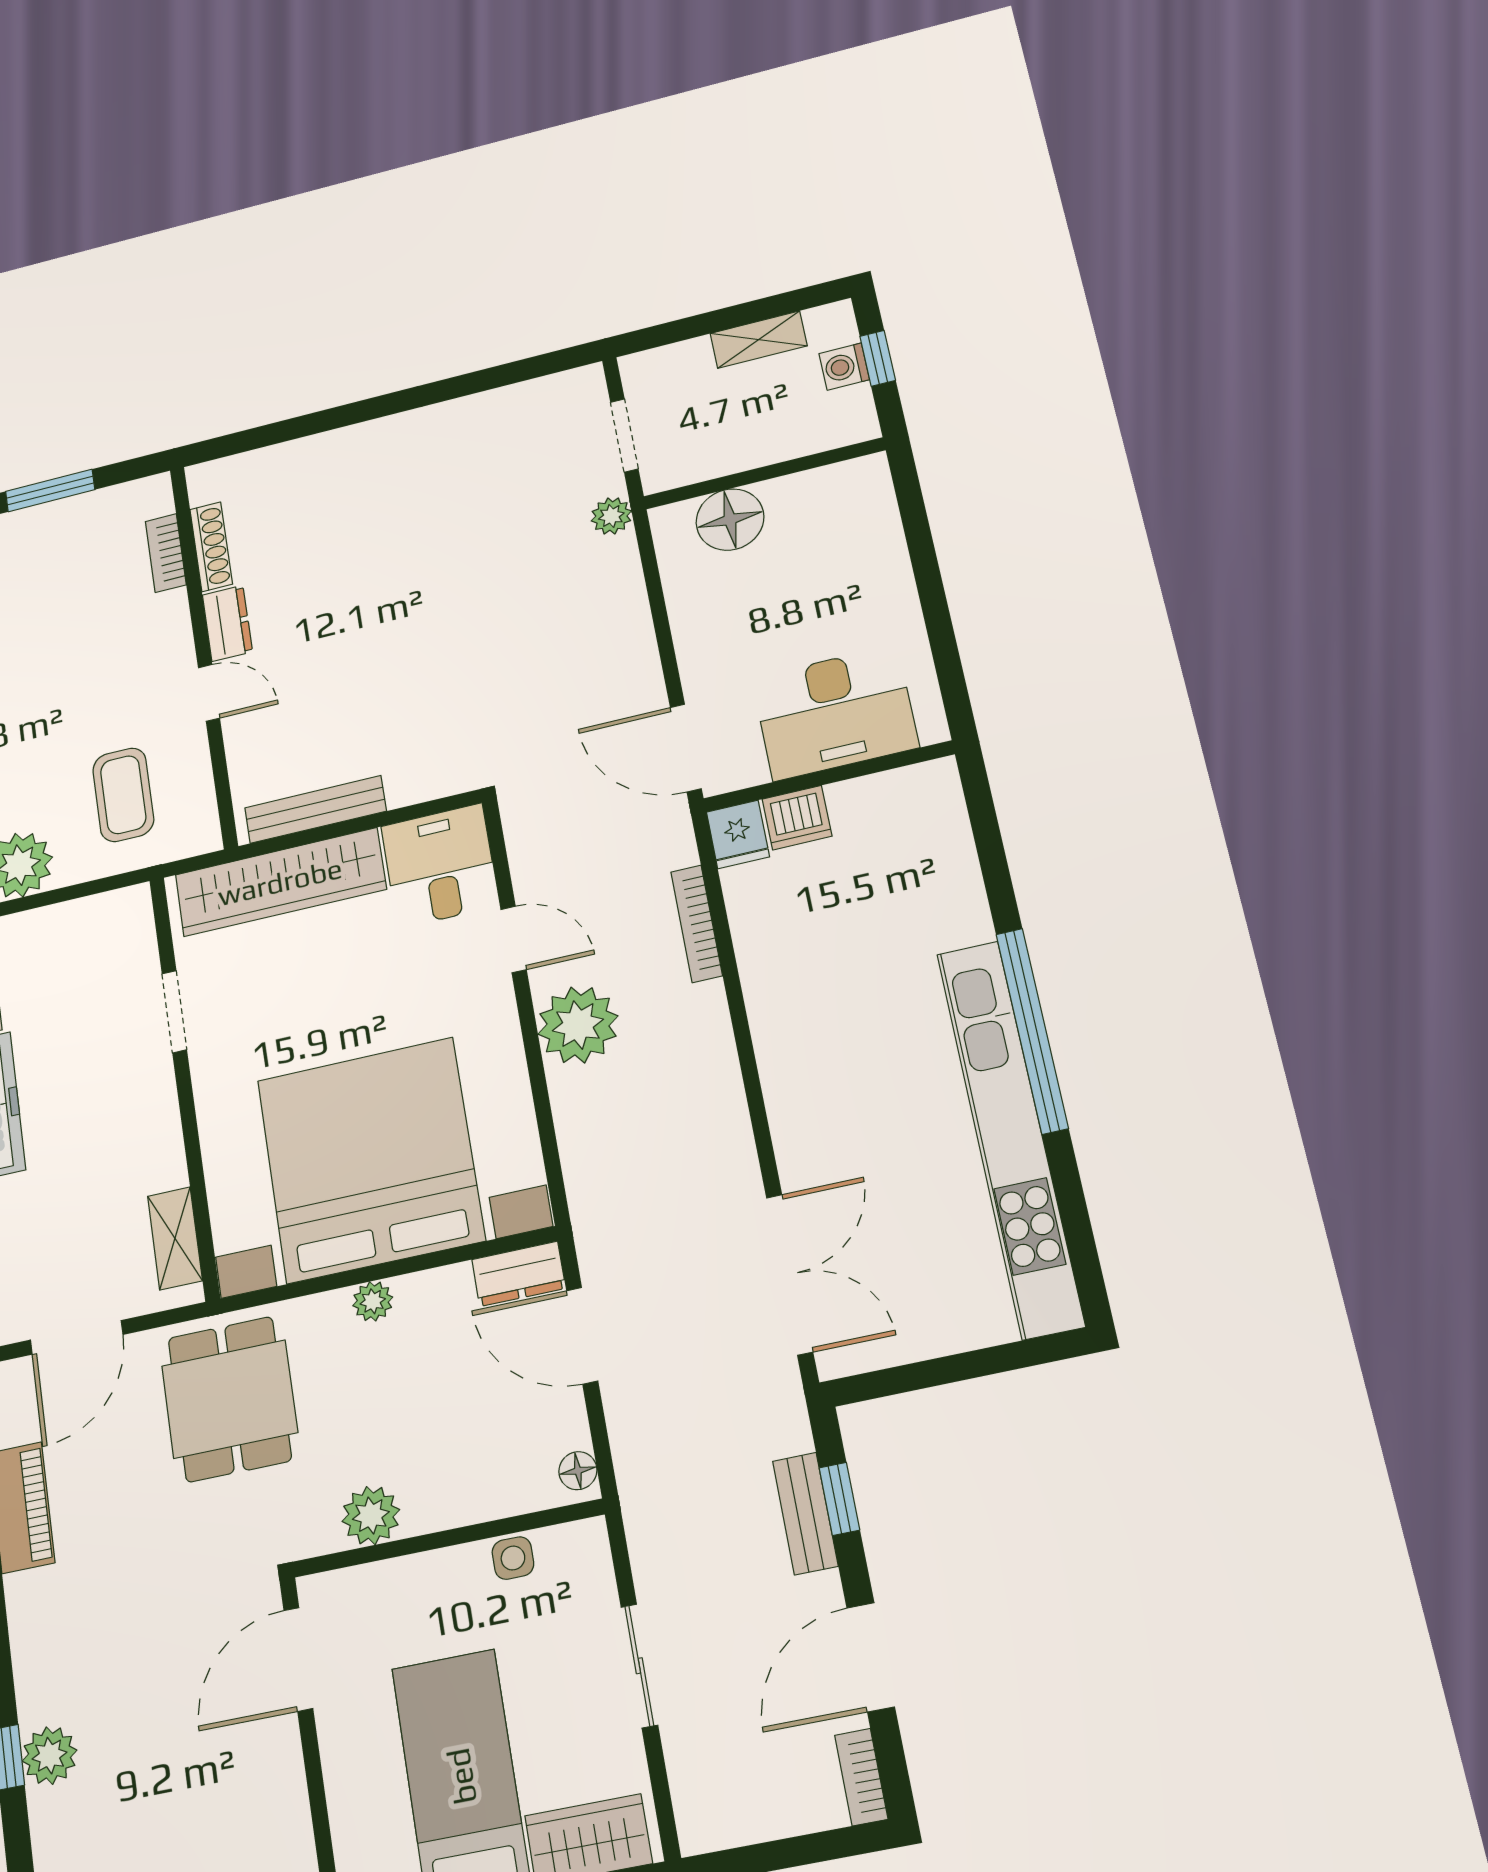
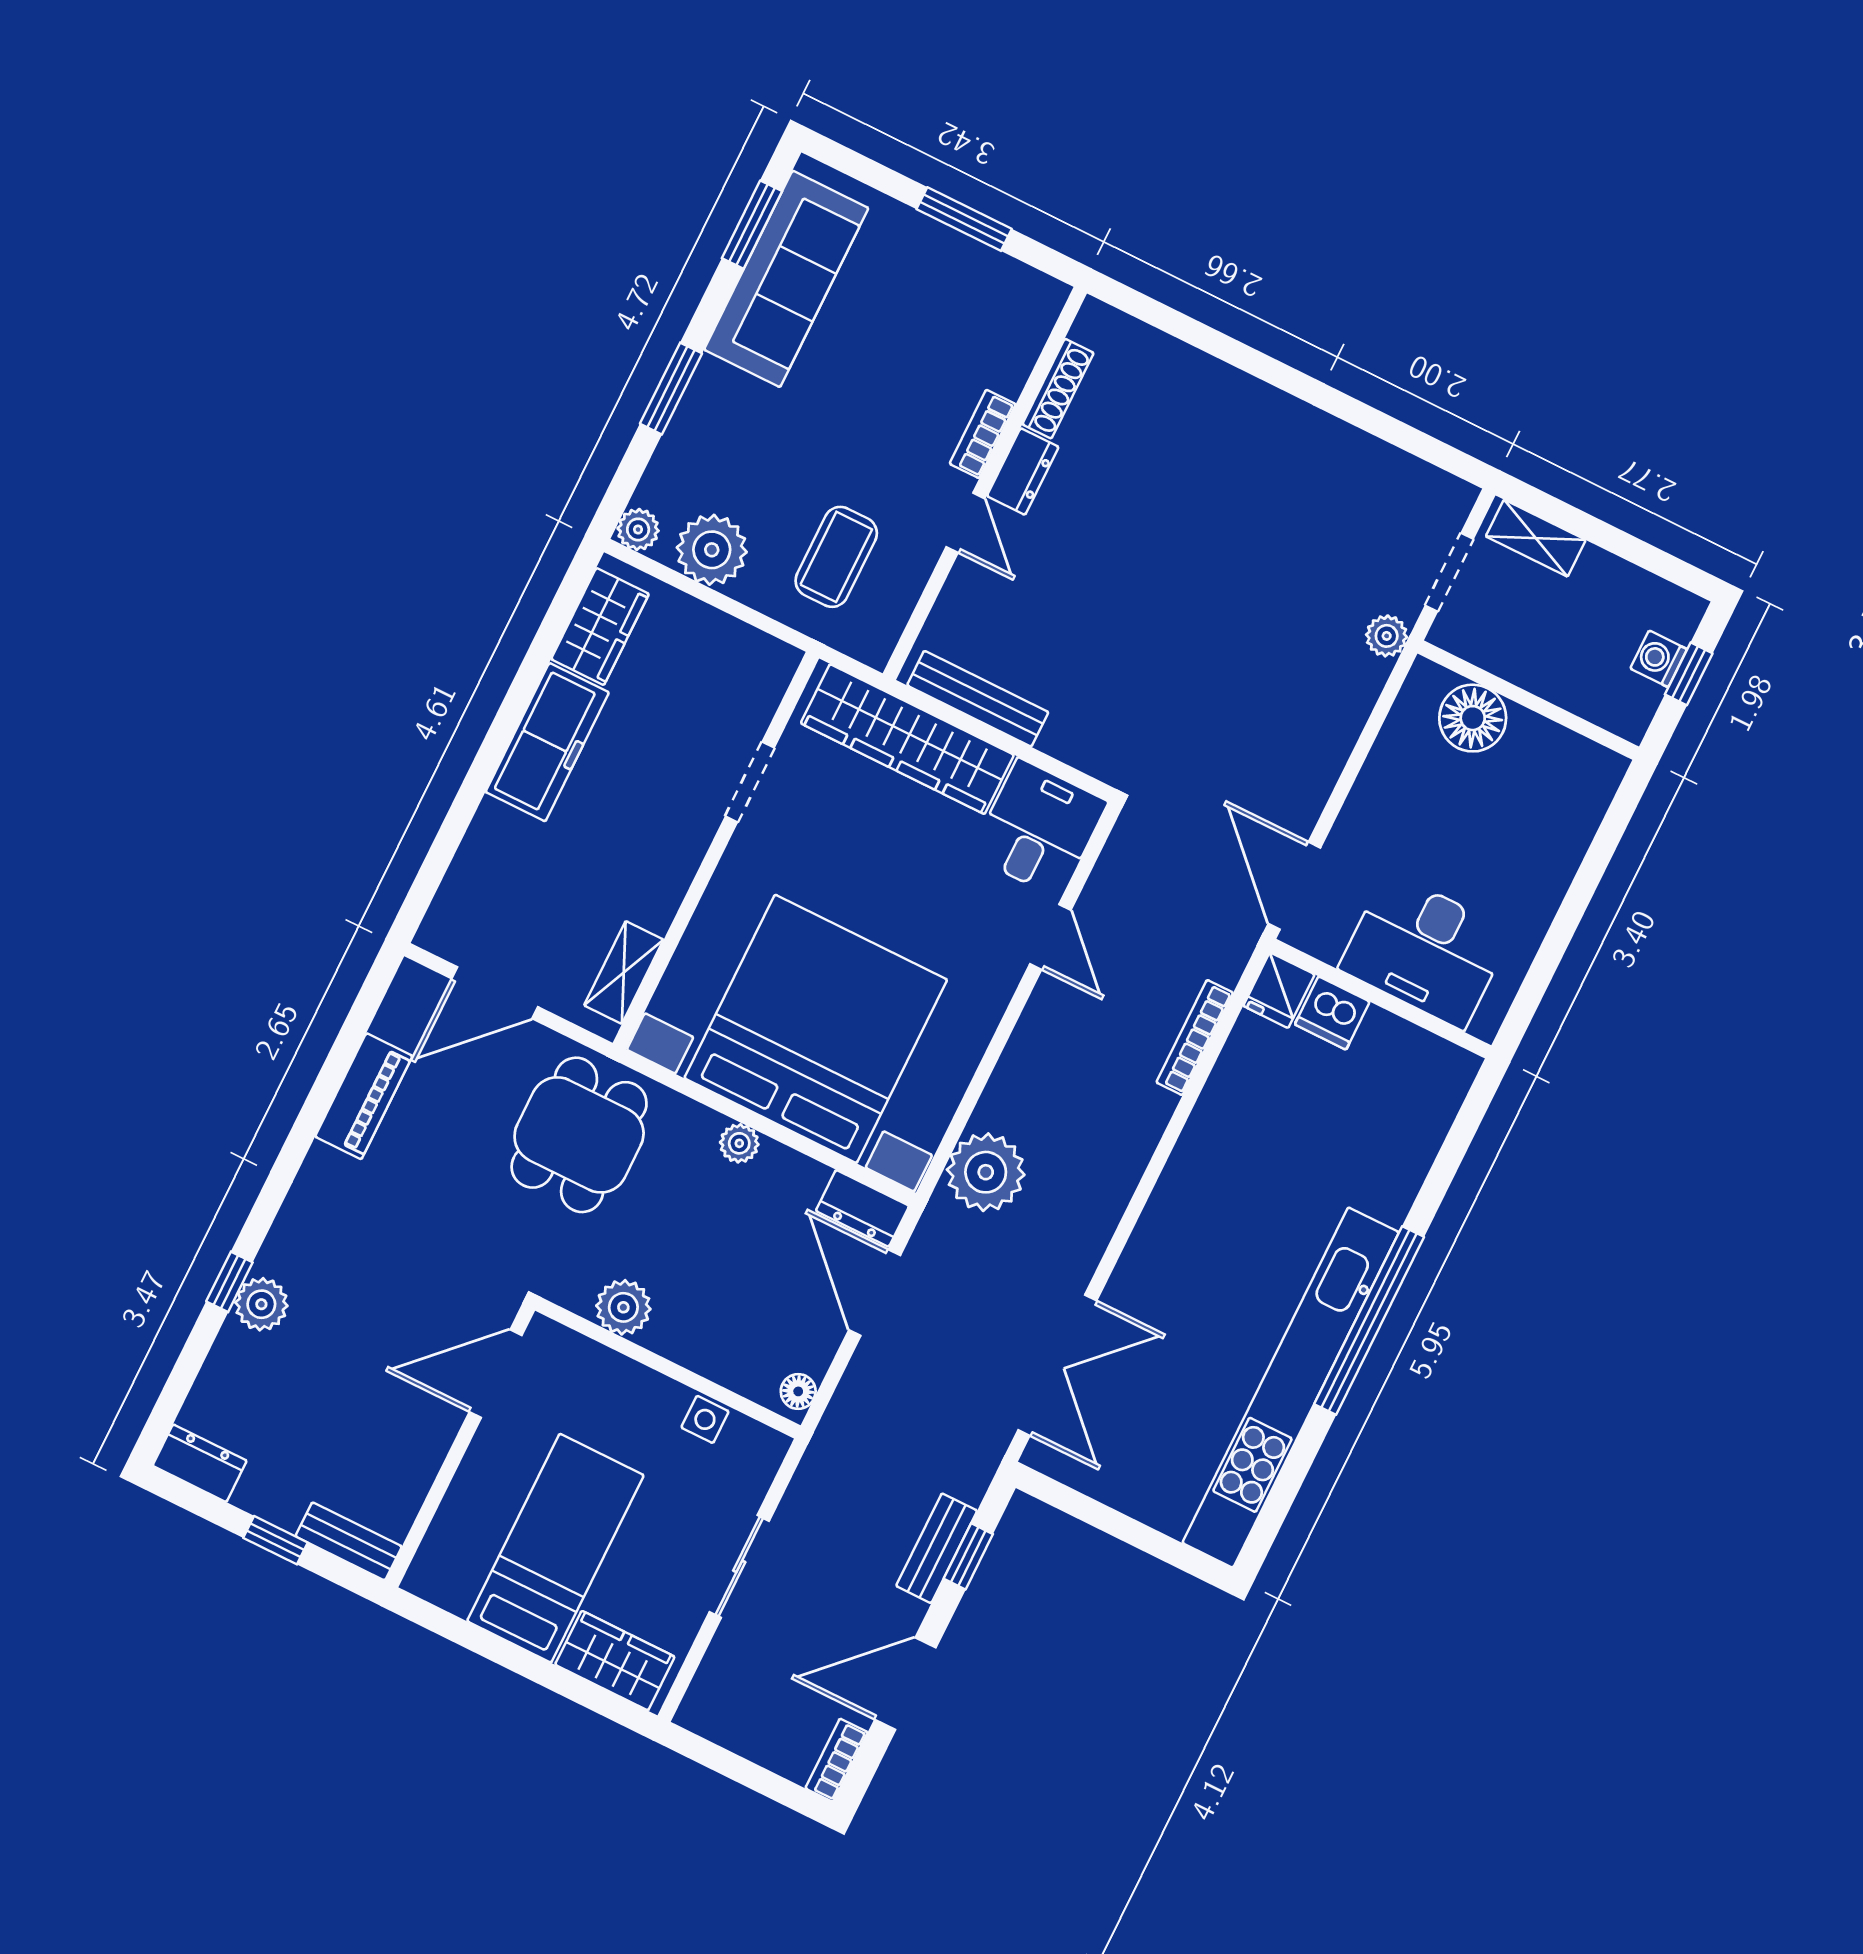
shelving: (759, 340) -> (1536, 538), moved
bookcase: (166, 553) -> (983, 434), moved
plant: (578, 1025) -> (986, 1172), moved

